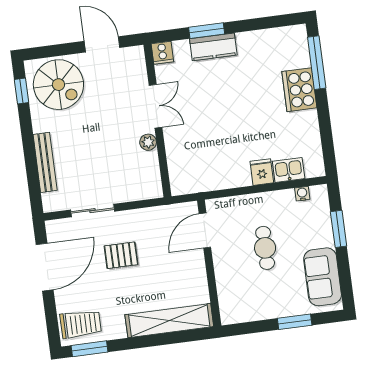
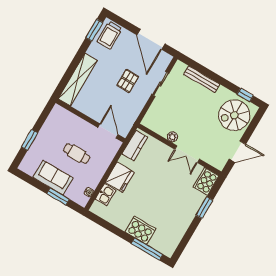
kitchen counter: (213, 47) -> (135, 145), moved, turned 180
cooker: (162, 53) -> (206, 181), width x1.87, depth x1.31
fridge: (262, 172) -> (120, 177), width x1.88, depth x1.34
sofa: (323, 277) -> (53, 178), moved

